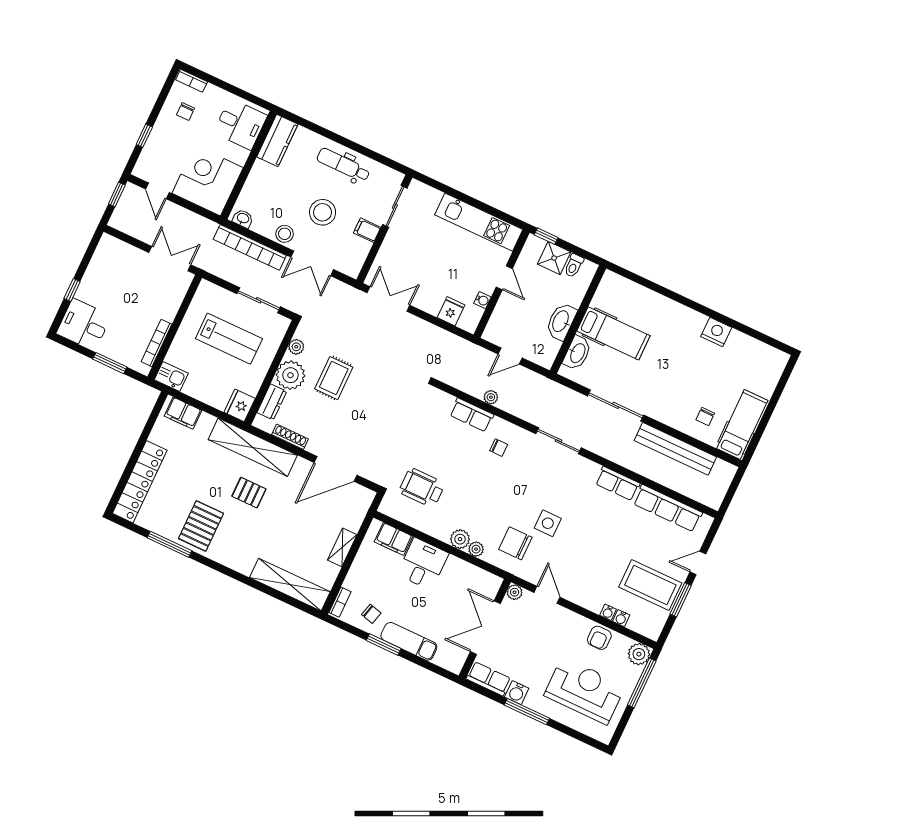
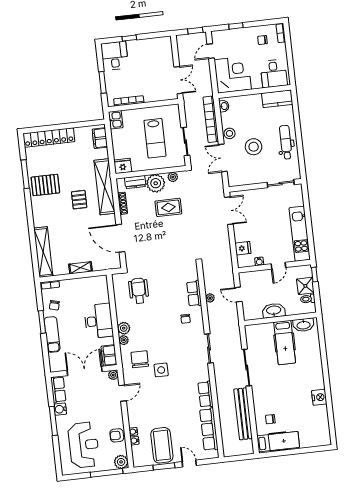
filing cabinet: (367, 230) -> (259, 177), removed
washbasin: (577, 353) -> (303, 325), moved
filing cabinet: (393, 539) -> (109, 355), moved
desk: (423, 564) -> (99, 321), width x1.37

